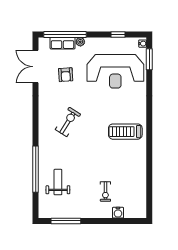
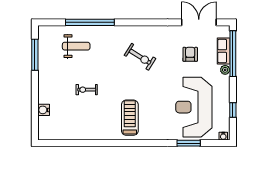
window: (149, 59) -> (189, 143), moved
armchair: (66, 75) -> (190, 54), turned 94
exercise bike: (105, 192) -> (87, 90), moved

